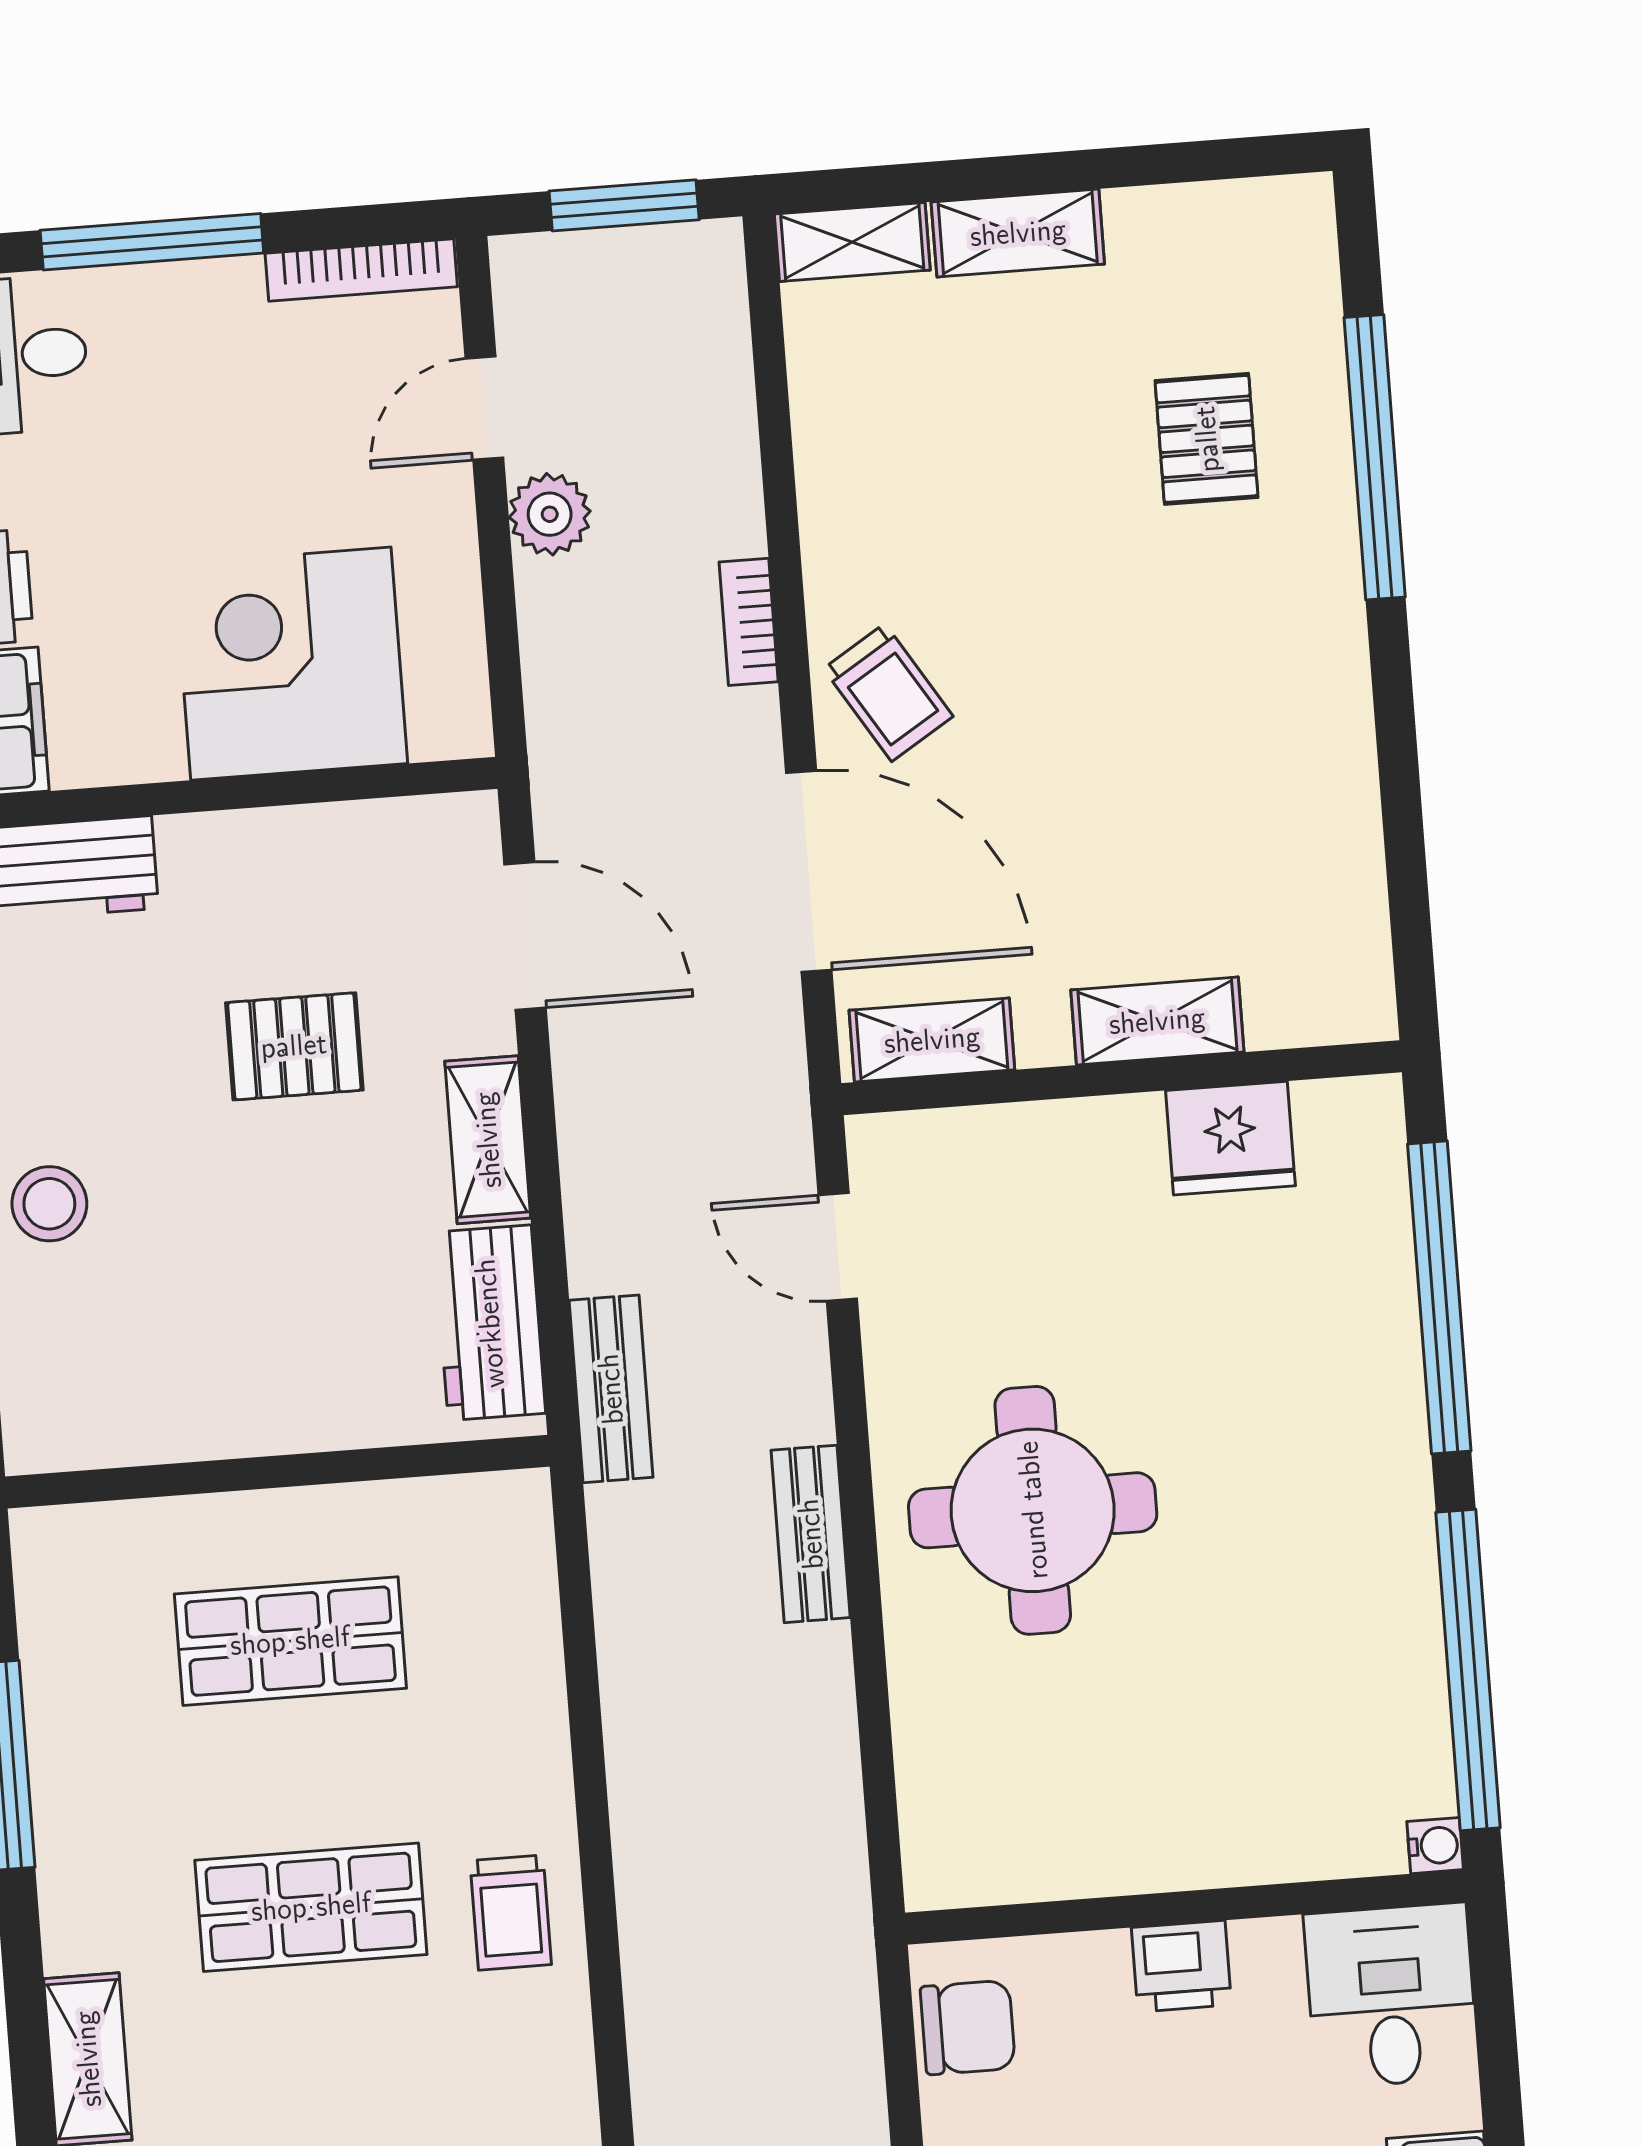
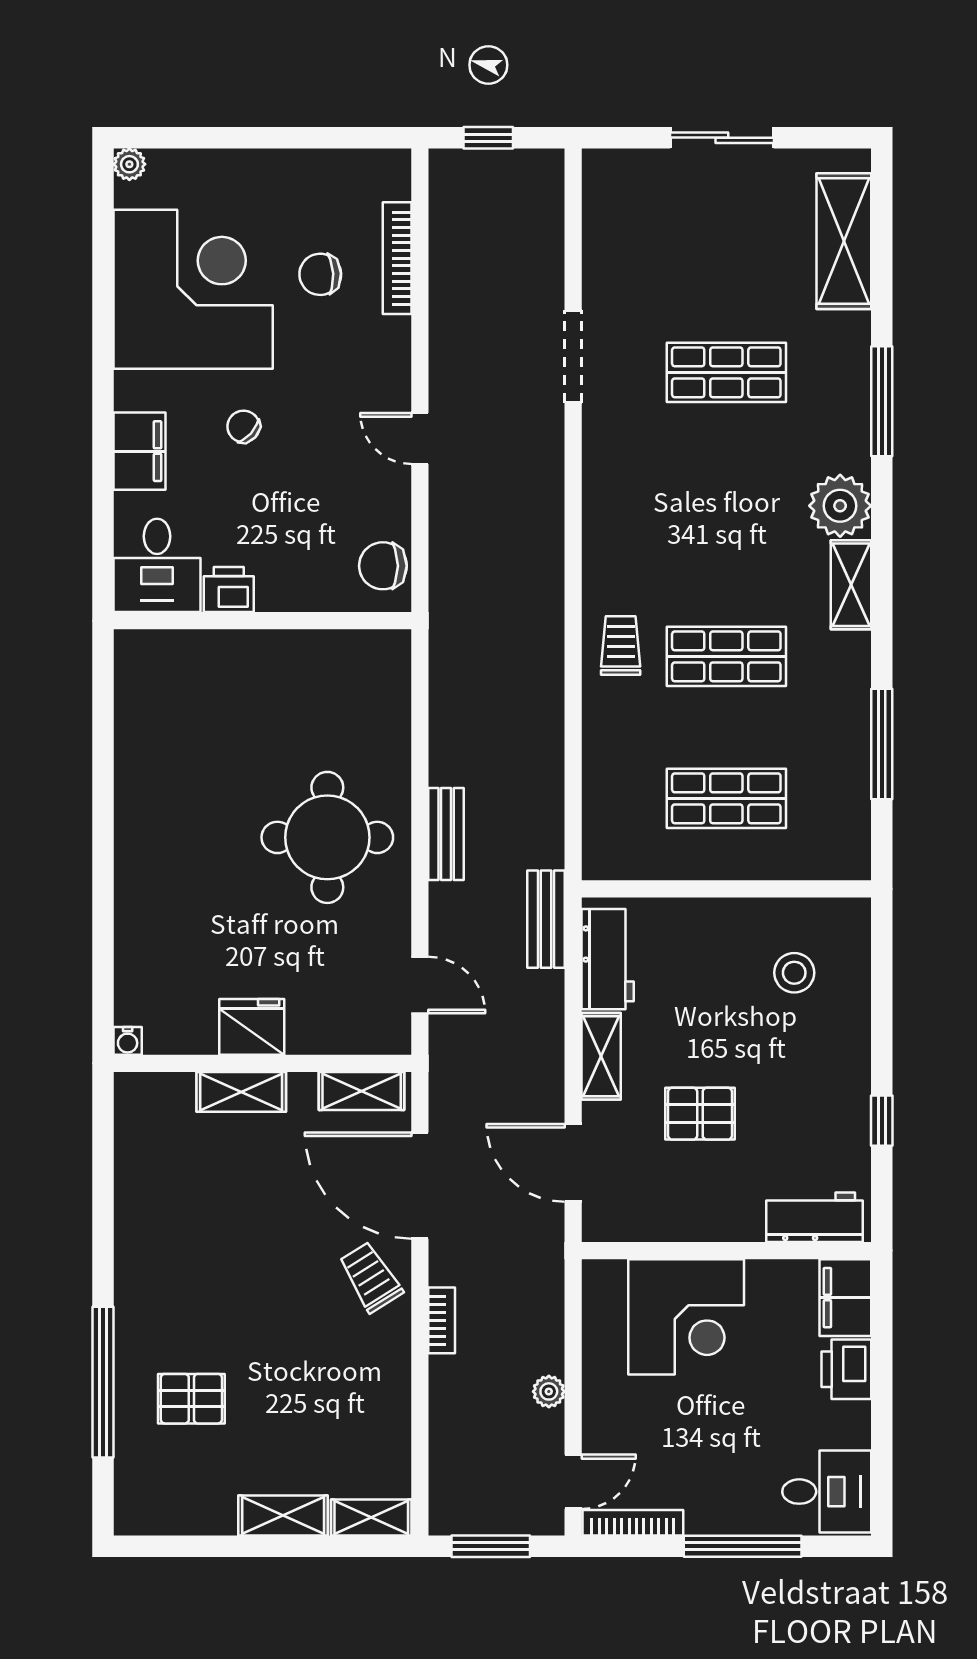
door: (484, 408) -> (573, 1482), moved
pallet: (1207, 439) -> (191, 1399), turned 90
plant: (550, 514) -> (549, 1391), width x0.73, depth x0.73
fridge: (1230, 1138) -> (252, 1027), moved
stool: (49, 1204) -> (794, 973), moved
window: (1439, 1297) -> (103, 934), removed
window: (1468, 1670) -> (103, 735), removed
water cooler: (1435, 1846) -> (128, 1041), moved, turned -90
printer: (1181, 1966) -> (229, 590), moved

